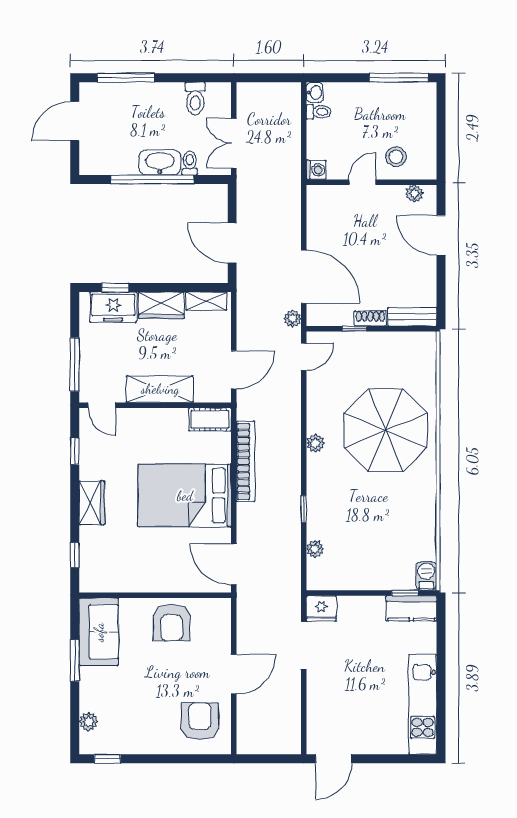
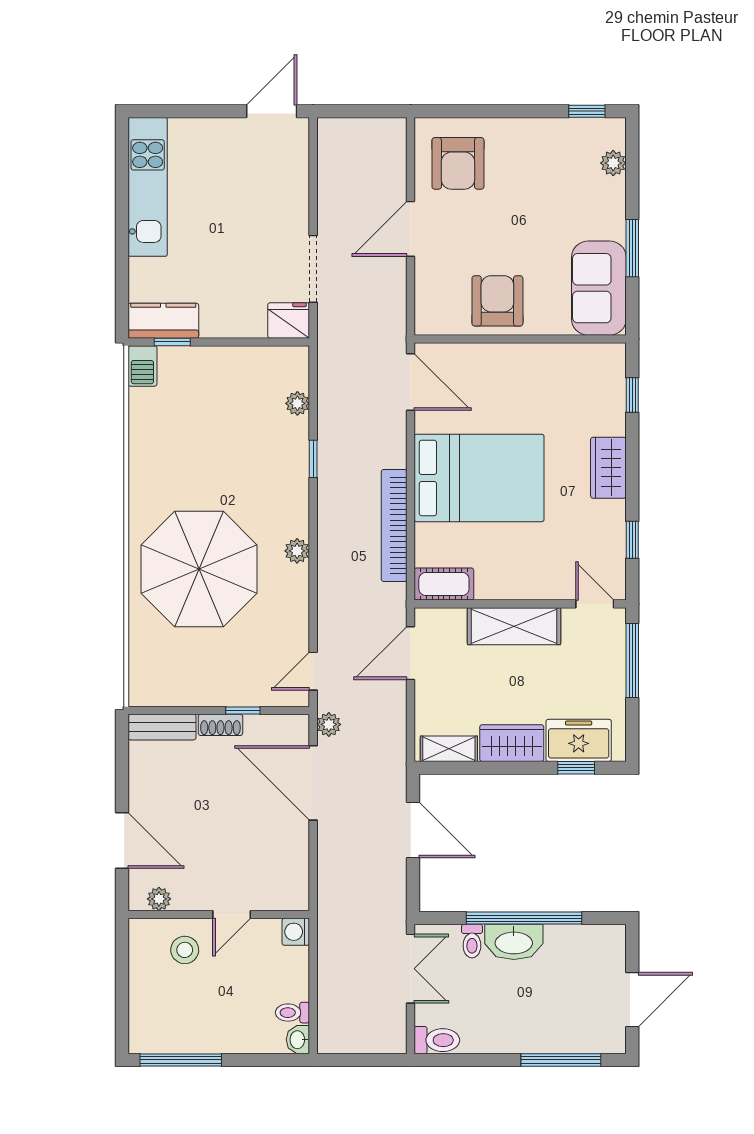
toilet: (195, 98) -> (437, 1040), moved, turned 90

